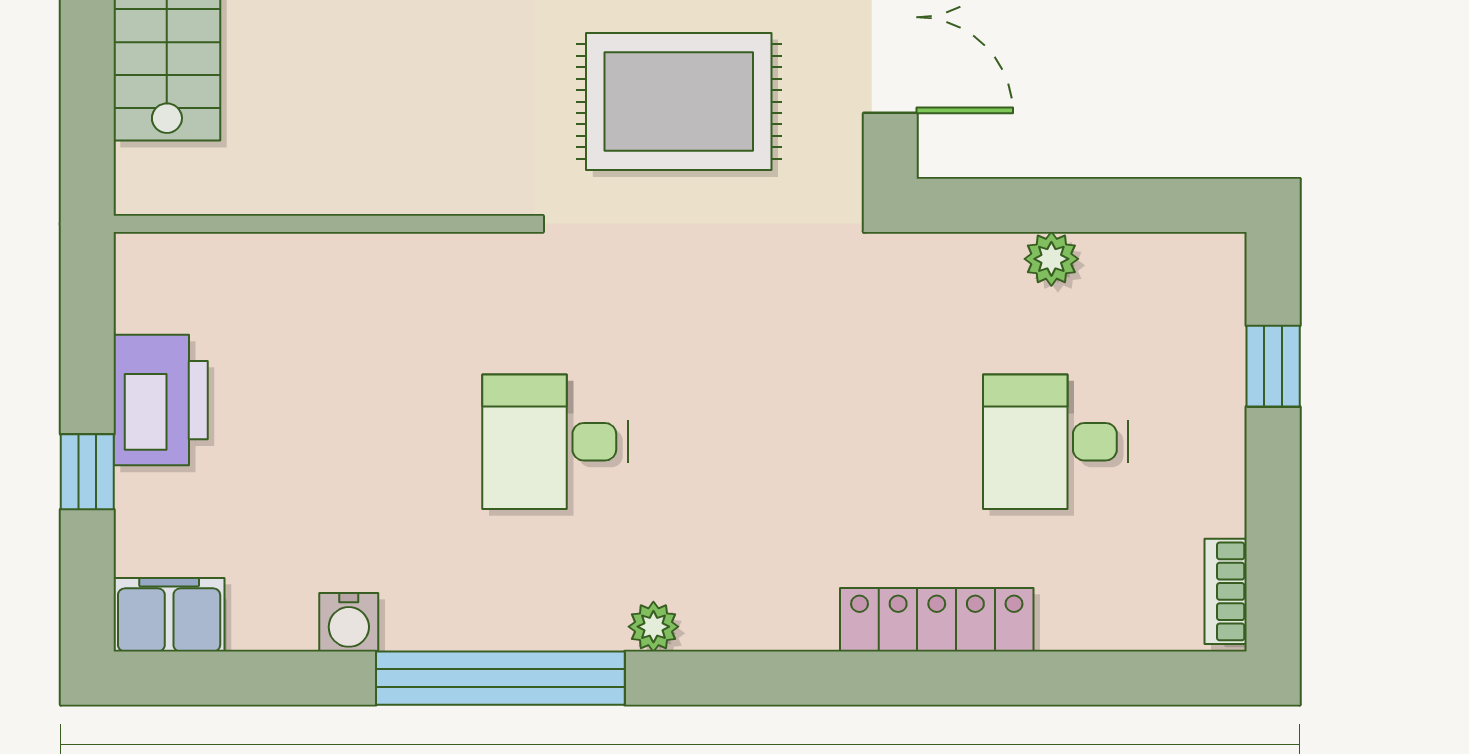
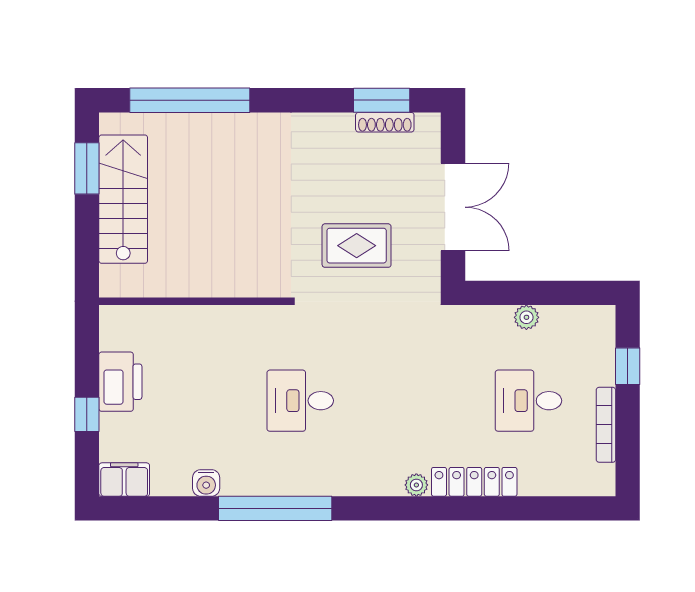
rug: (679, 102) -> (357, 246), width x0.73, depth x0.70
bookcase: (1226, 591) -> (606, 425), moved, width x1.56
plant: (653, 627) -> (416, 485), moved

